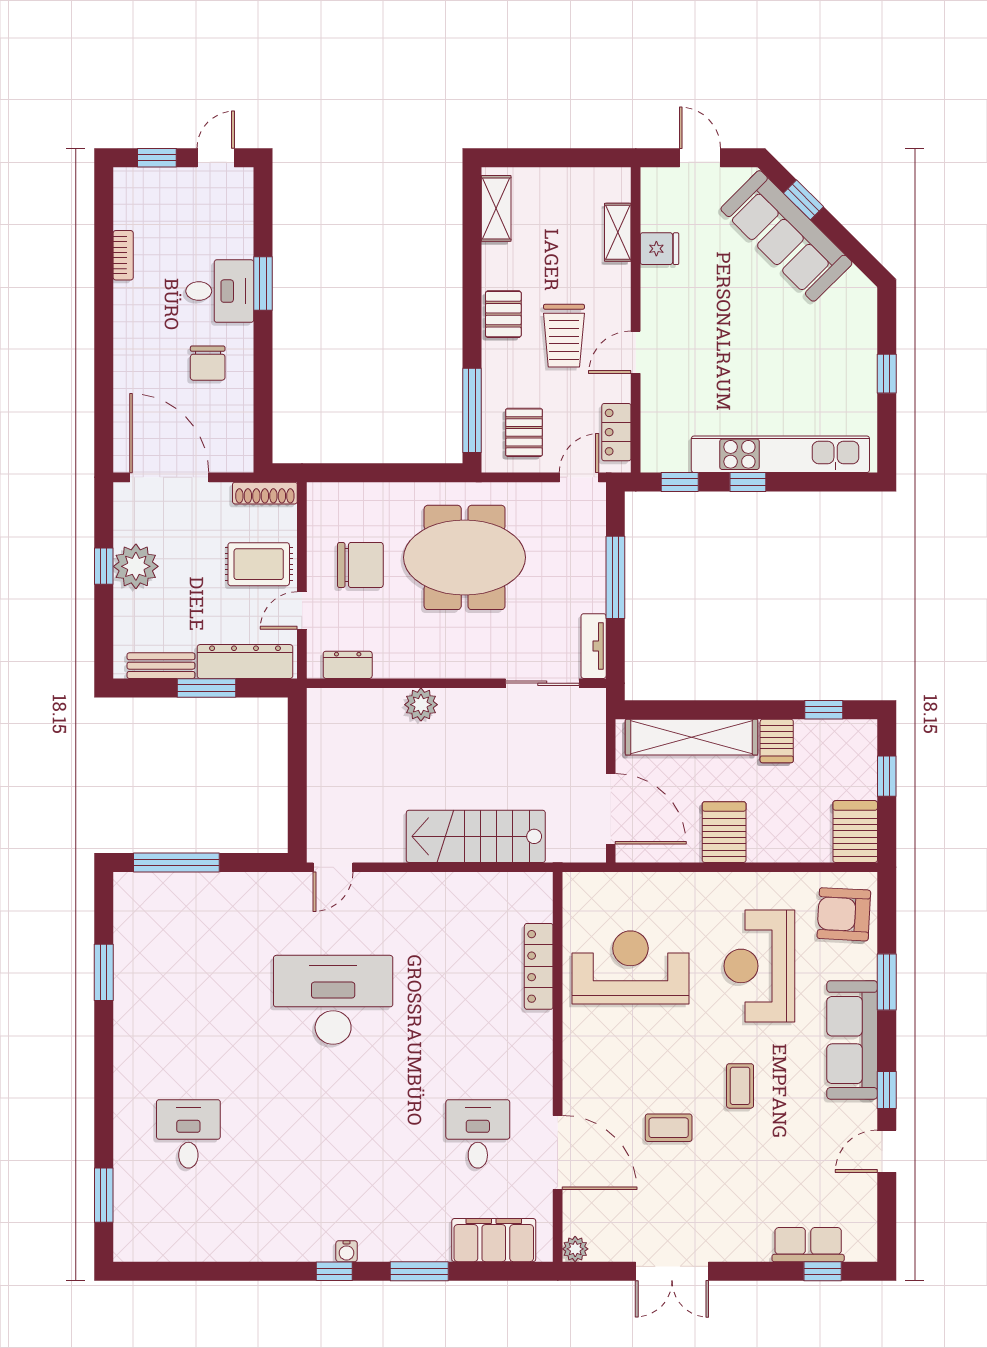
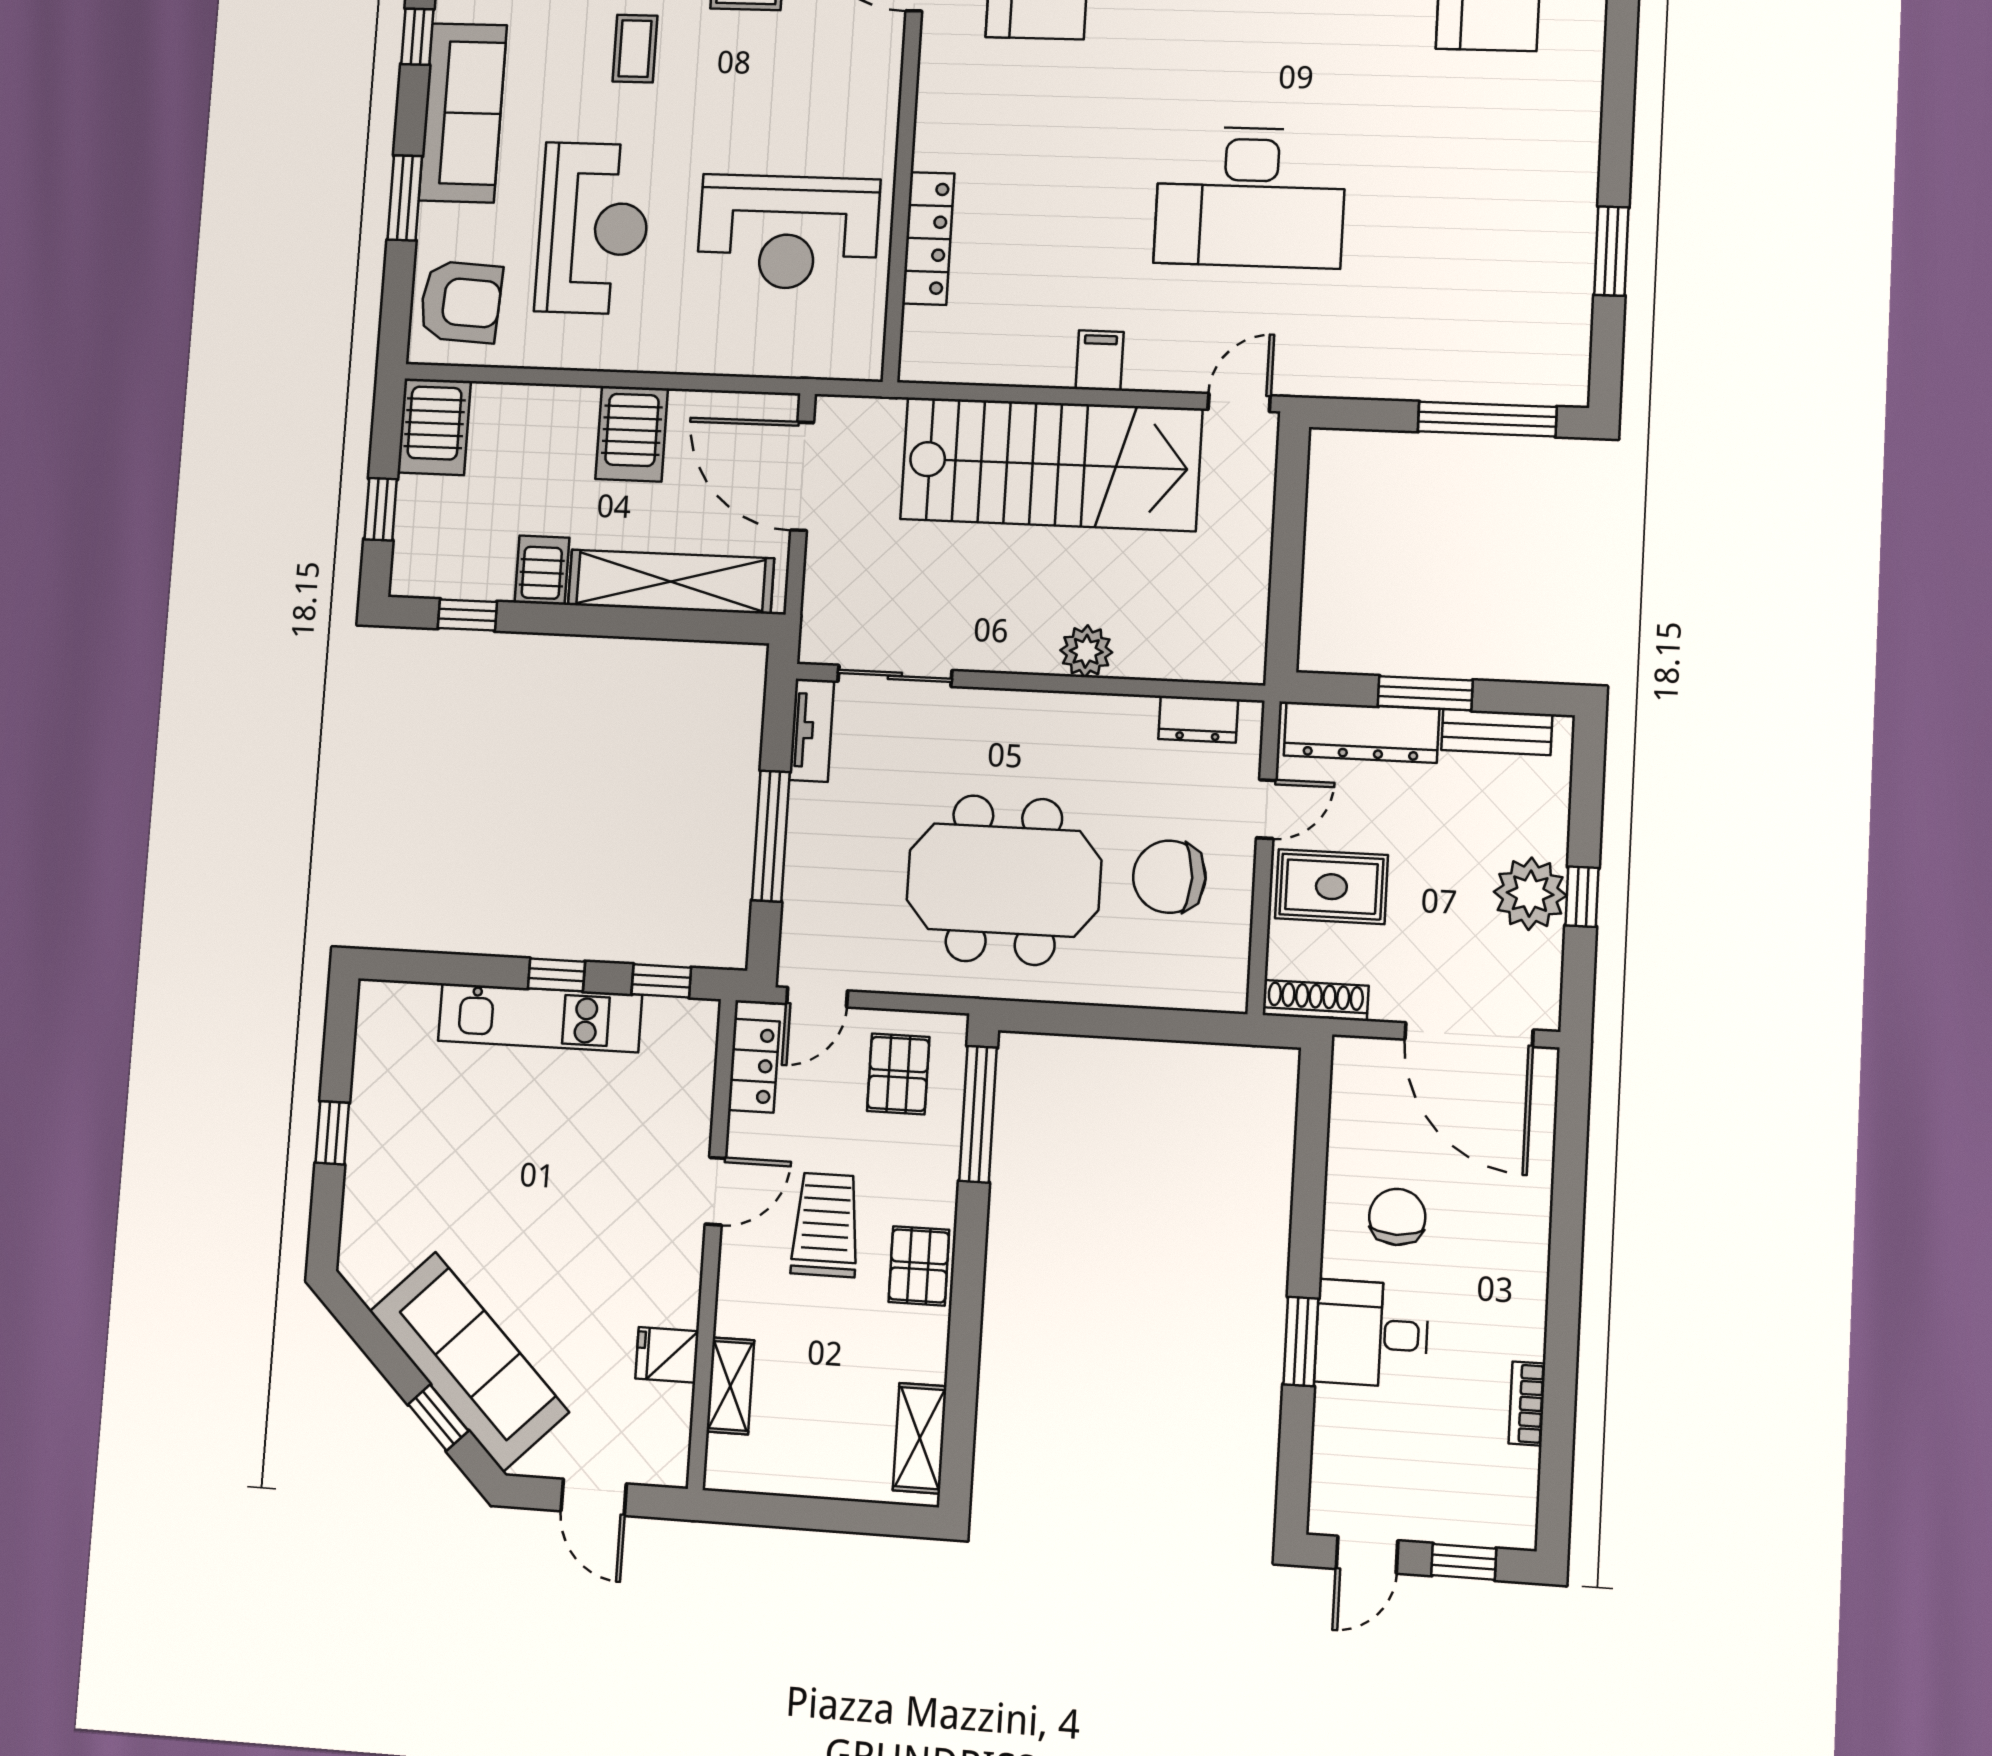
kitchen unit: (780, 454) -> (540, 1018), width x0.73
stairs: (476, 836) -> (1051, 464), width x1.36, depth x1.51
filing cabinet: (423, 891) -> (1100, 360), added

